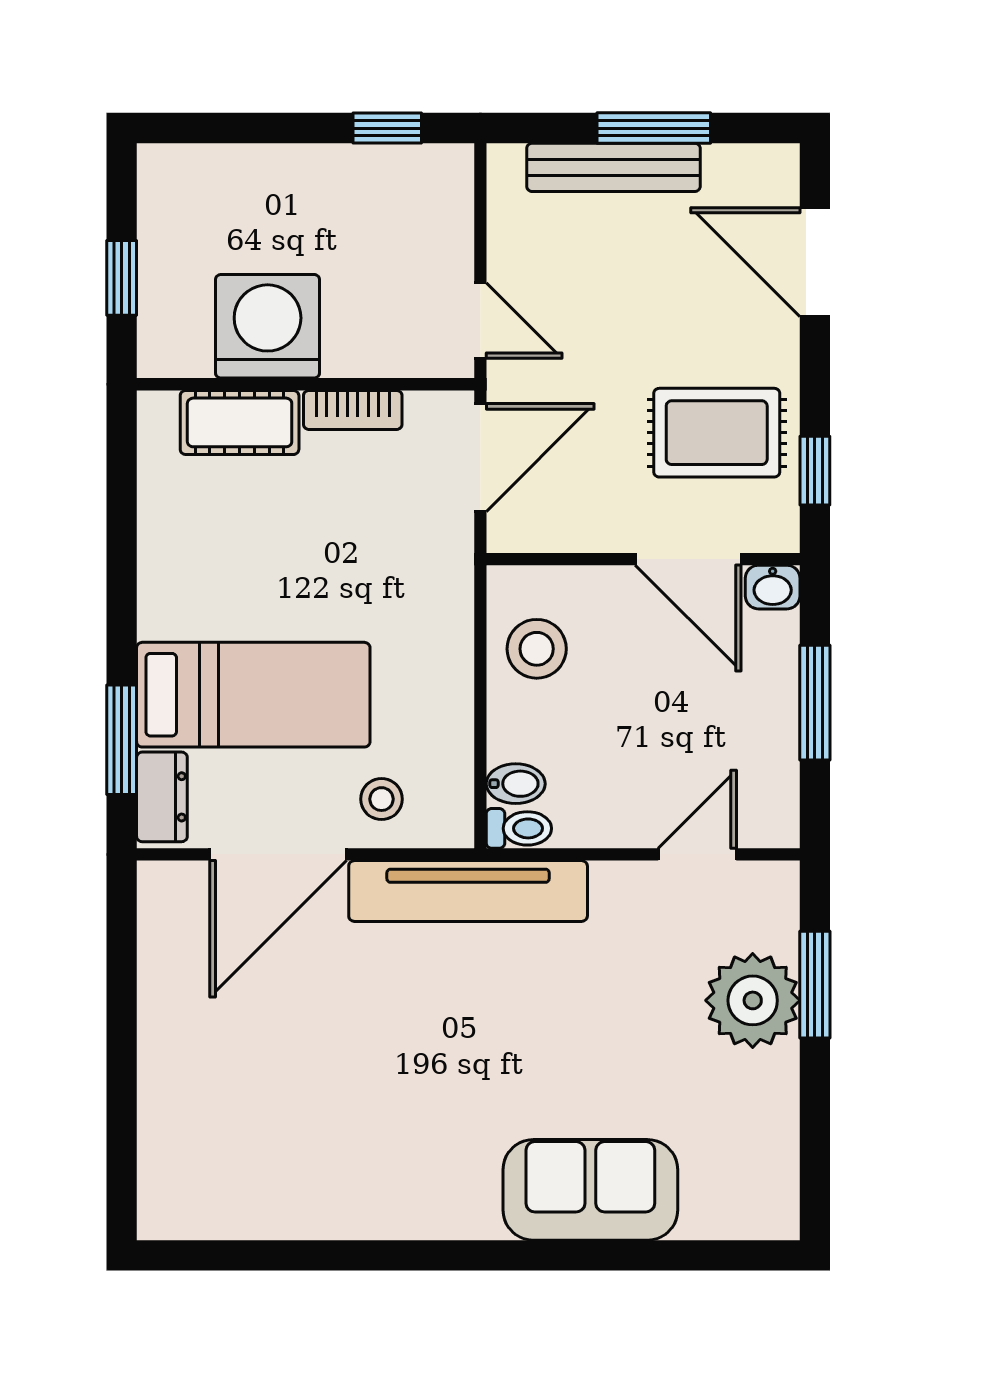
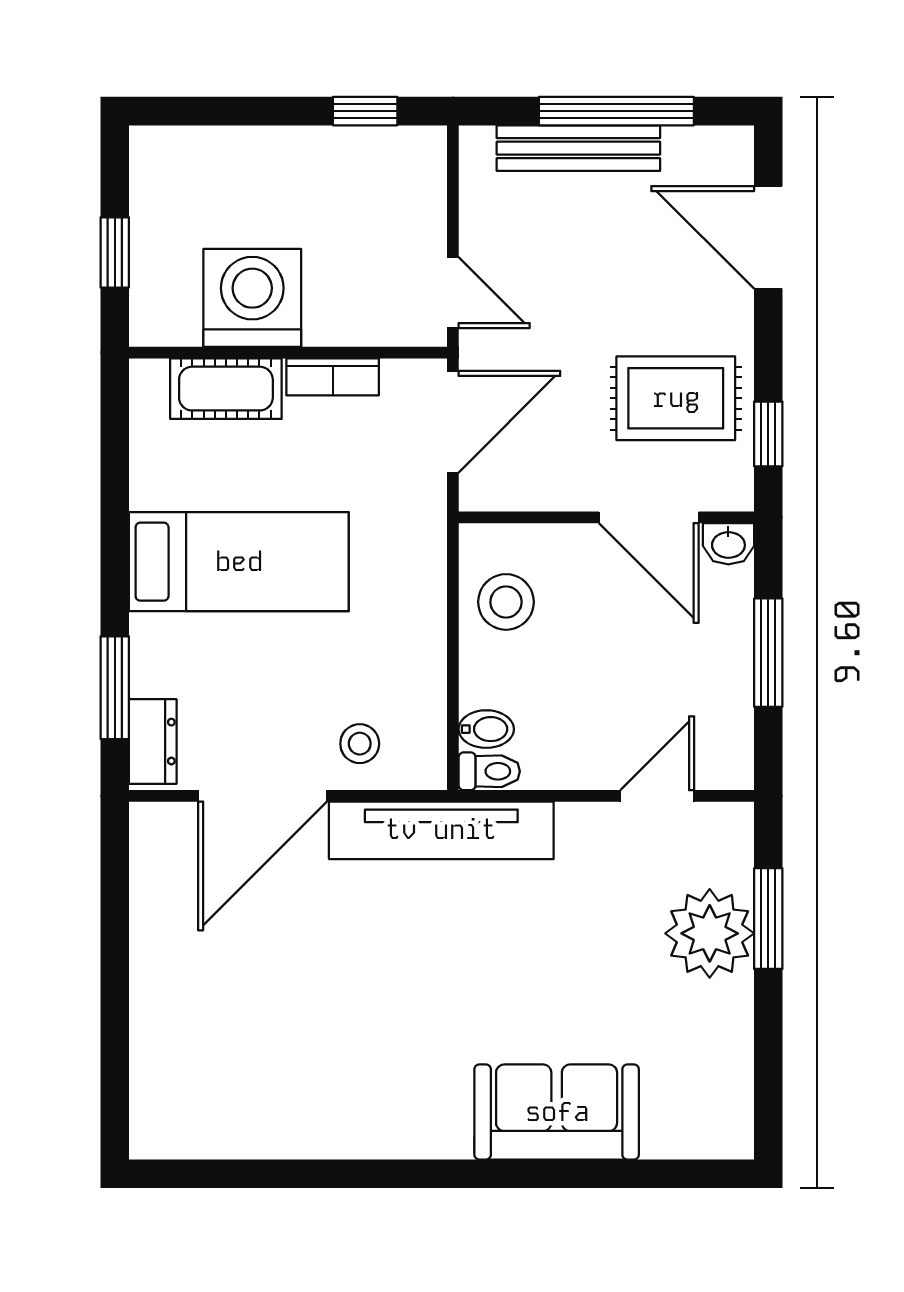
window: (654, 128) -> (616, 111), width x1.44
bed: (253, 695) -> (239, 562), moved

